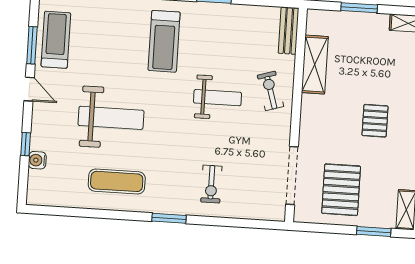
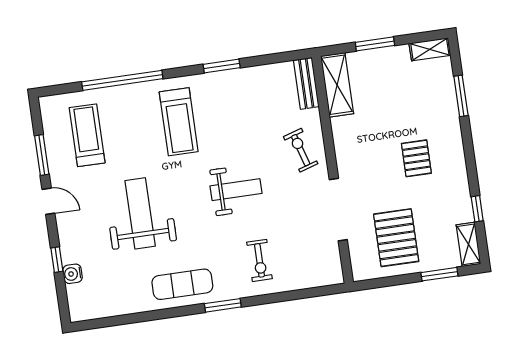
treadmill: (56, 40) -> (87, 135), moved
shelving: (315, 65) -> (337, 85), moved
weight bench: (218, 98) -> (236, 190), moved
weight bench: (111, 118) -> (140, 213), turned -90
doorway: (292, 176) -> (338, 210), moved
exercise mat: (117, 181) -> (182, 284), moved

